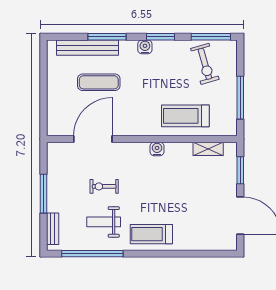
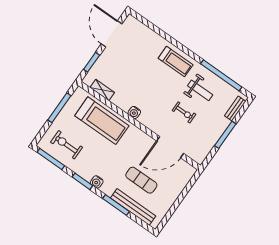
exercise bike: (205, 64) -> (67, 145), turned -74
treadmill: (185, 116) -> (102, 121), width x1.37, depth x1.38

